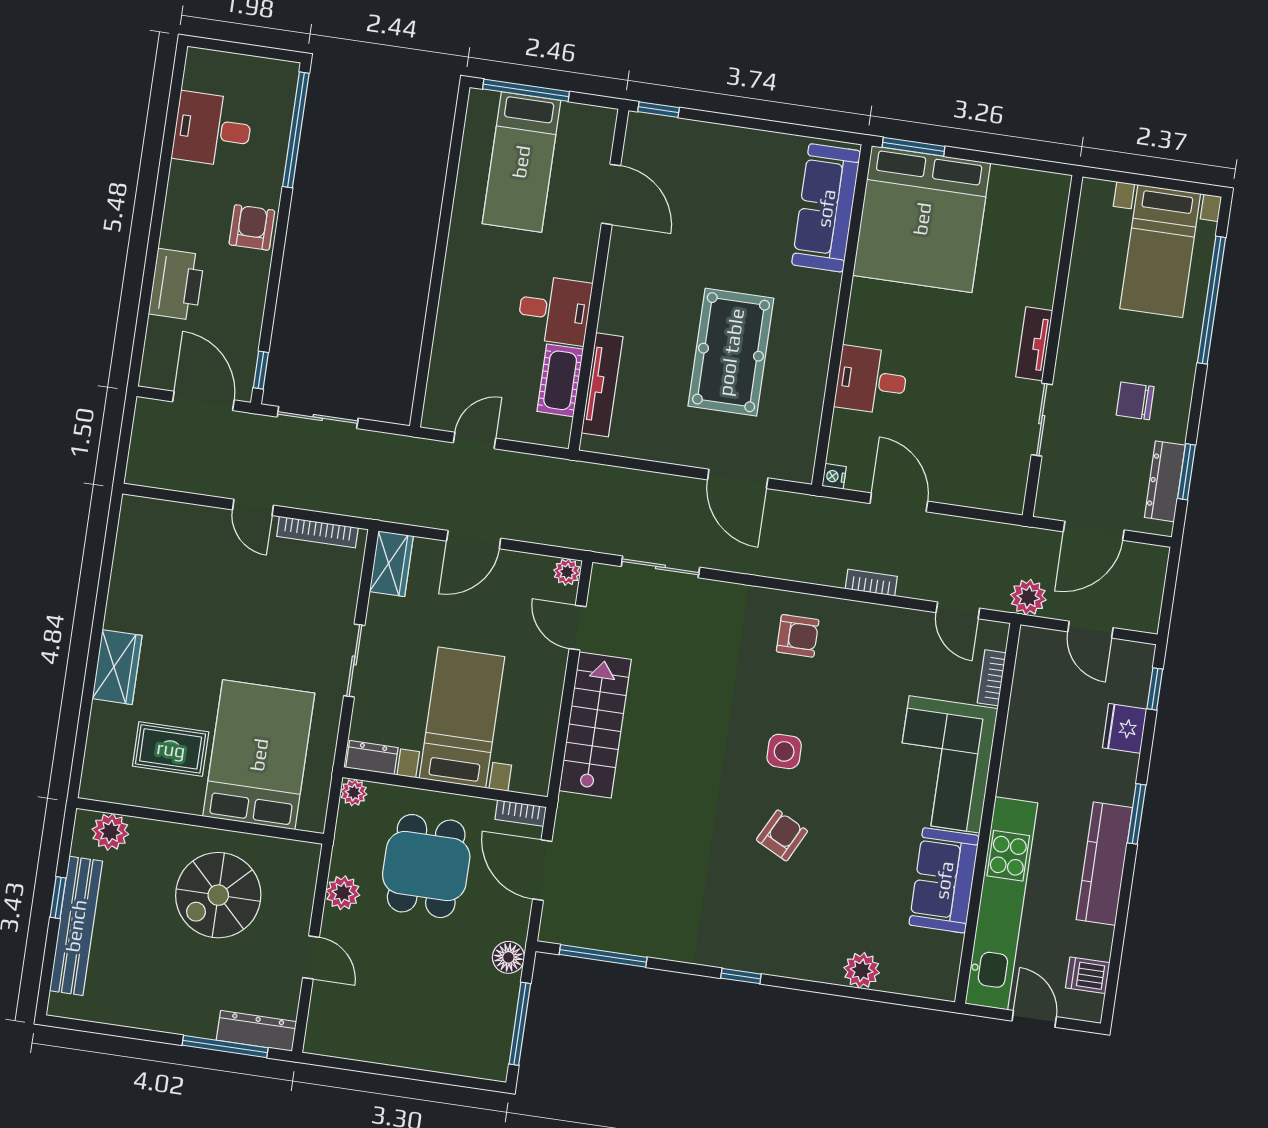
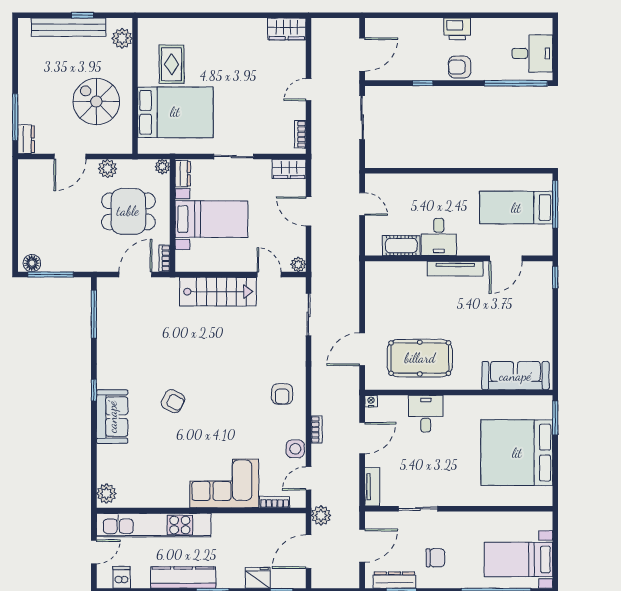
desk: (213, 129) -> (532, 53), moved, turned 90
bed: (922, 219) -> (517, 453), moved
armchair: (252, 227) -> (460, 67), turned 180
printer: (177, 284) -> (457, 29), moved, width x0.73, depth x0.84
tv unit: (1034, 344) -> (372, 487), moved, turned 90
pool table: (731, 352) -> (420, 358), moved
window: (261, 370) -> (423, 83), moved
tv unit: (602, 385) -> (455, 269), moved
chair: (1135, 401) -> (435, 558), turned 90
door: (1094, 531) -> (362, 546), swing flipped
bookcase: (317, 532) -> (300, 134), width x0.64
door: (578, 628) -> (269, 275), hinge flipped
door: (1090, 630) -> (308, 552), width x1.38
wardrobe: (117, 667) -> (287, 29), moved
side table: (784, 751) -> (295, 449), moved
sofa: (944, 880) -> (112, 417), moved, turned 90
door: (311, 957) -> (70, 156), width x1.38
floor lamp: (508, 957) -> (32, 263), moved
plant: (862, 970) -> (106, 494), moved
dresser: (256, 1031) -> (26, 139), width x0.70

